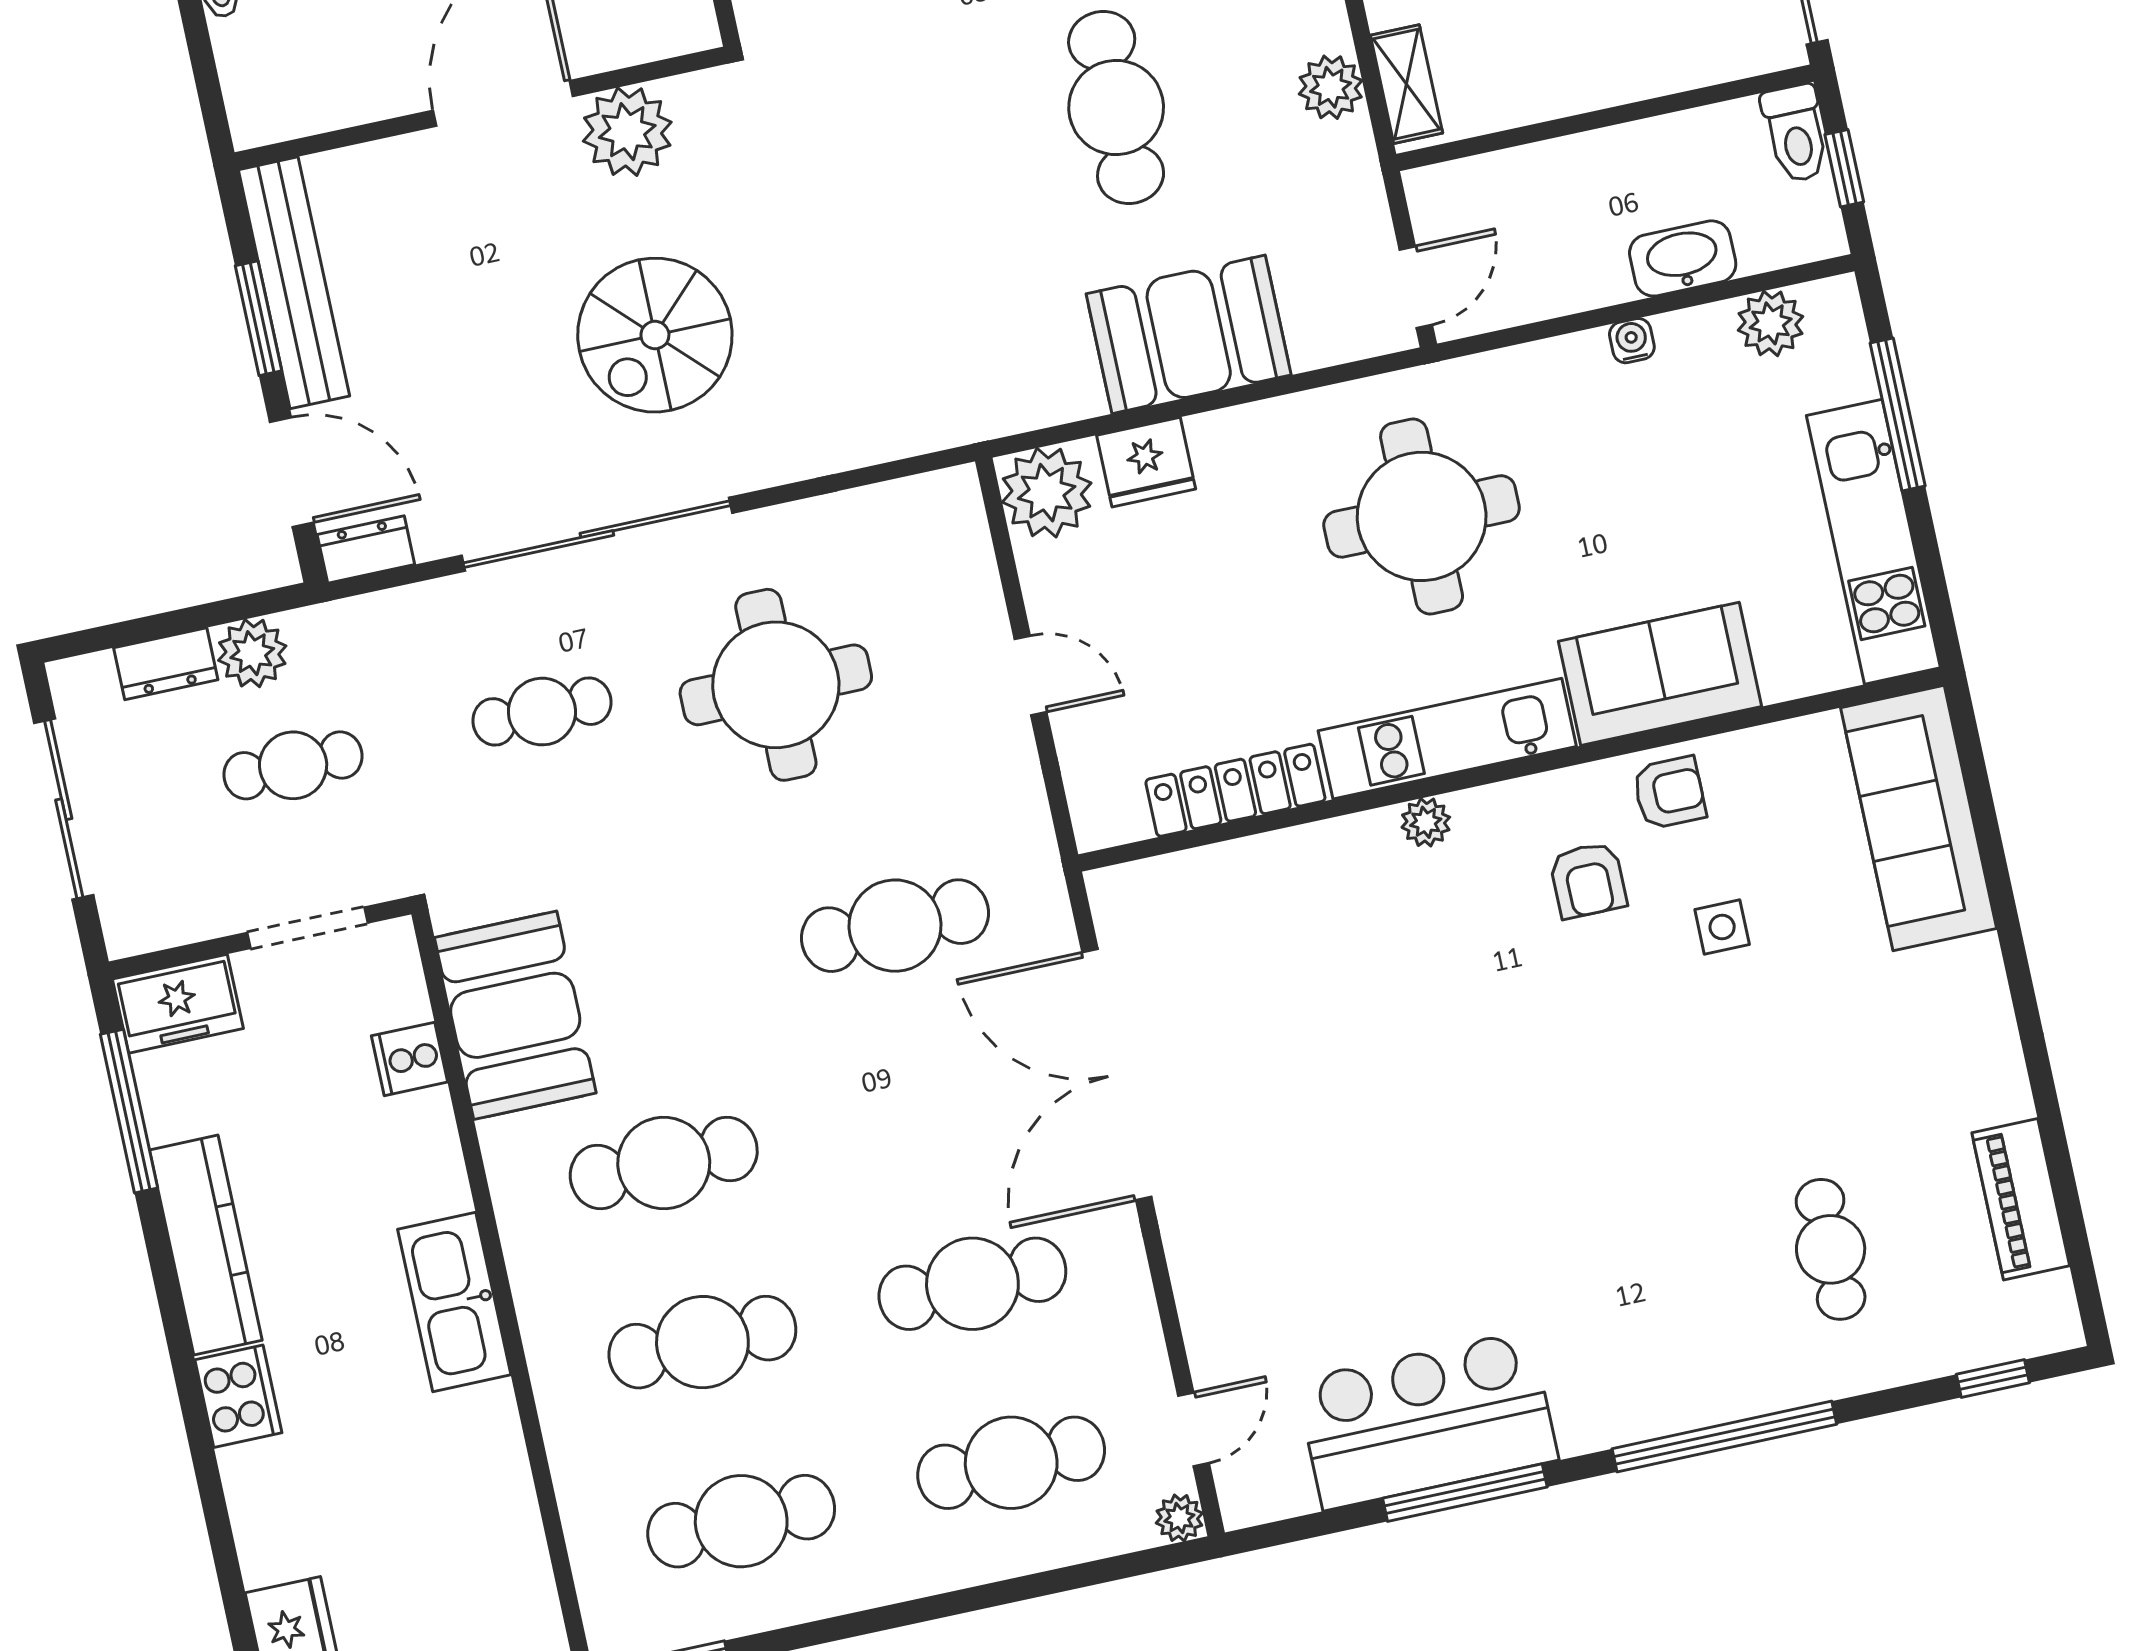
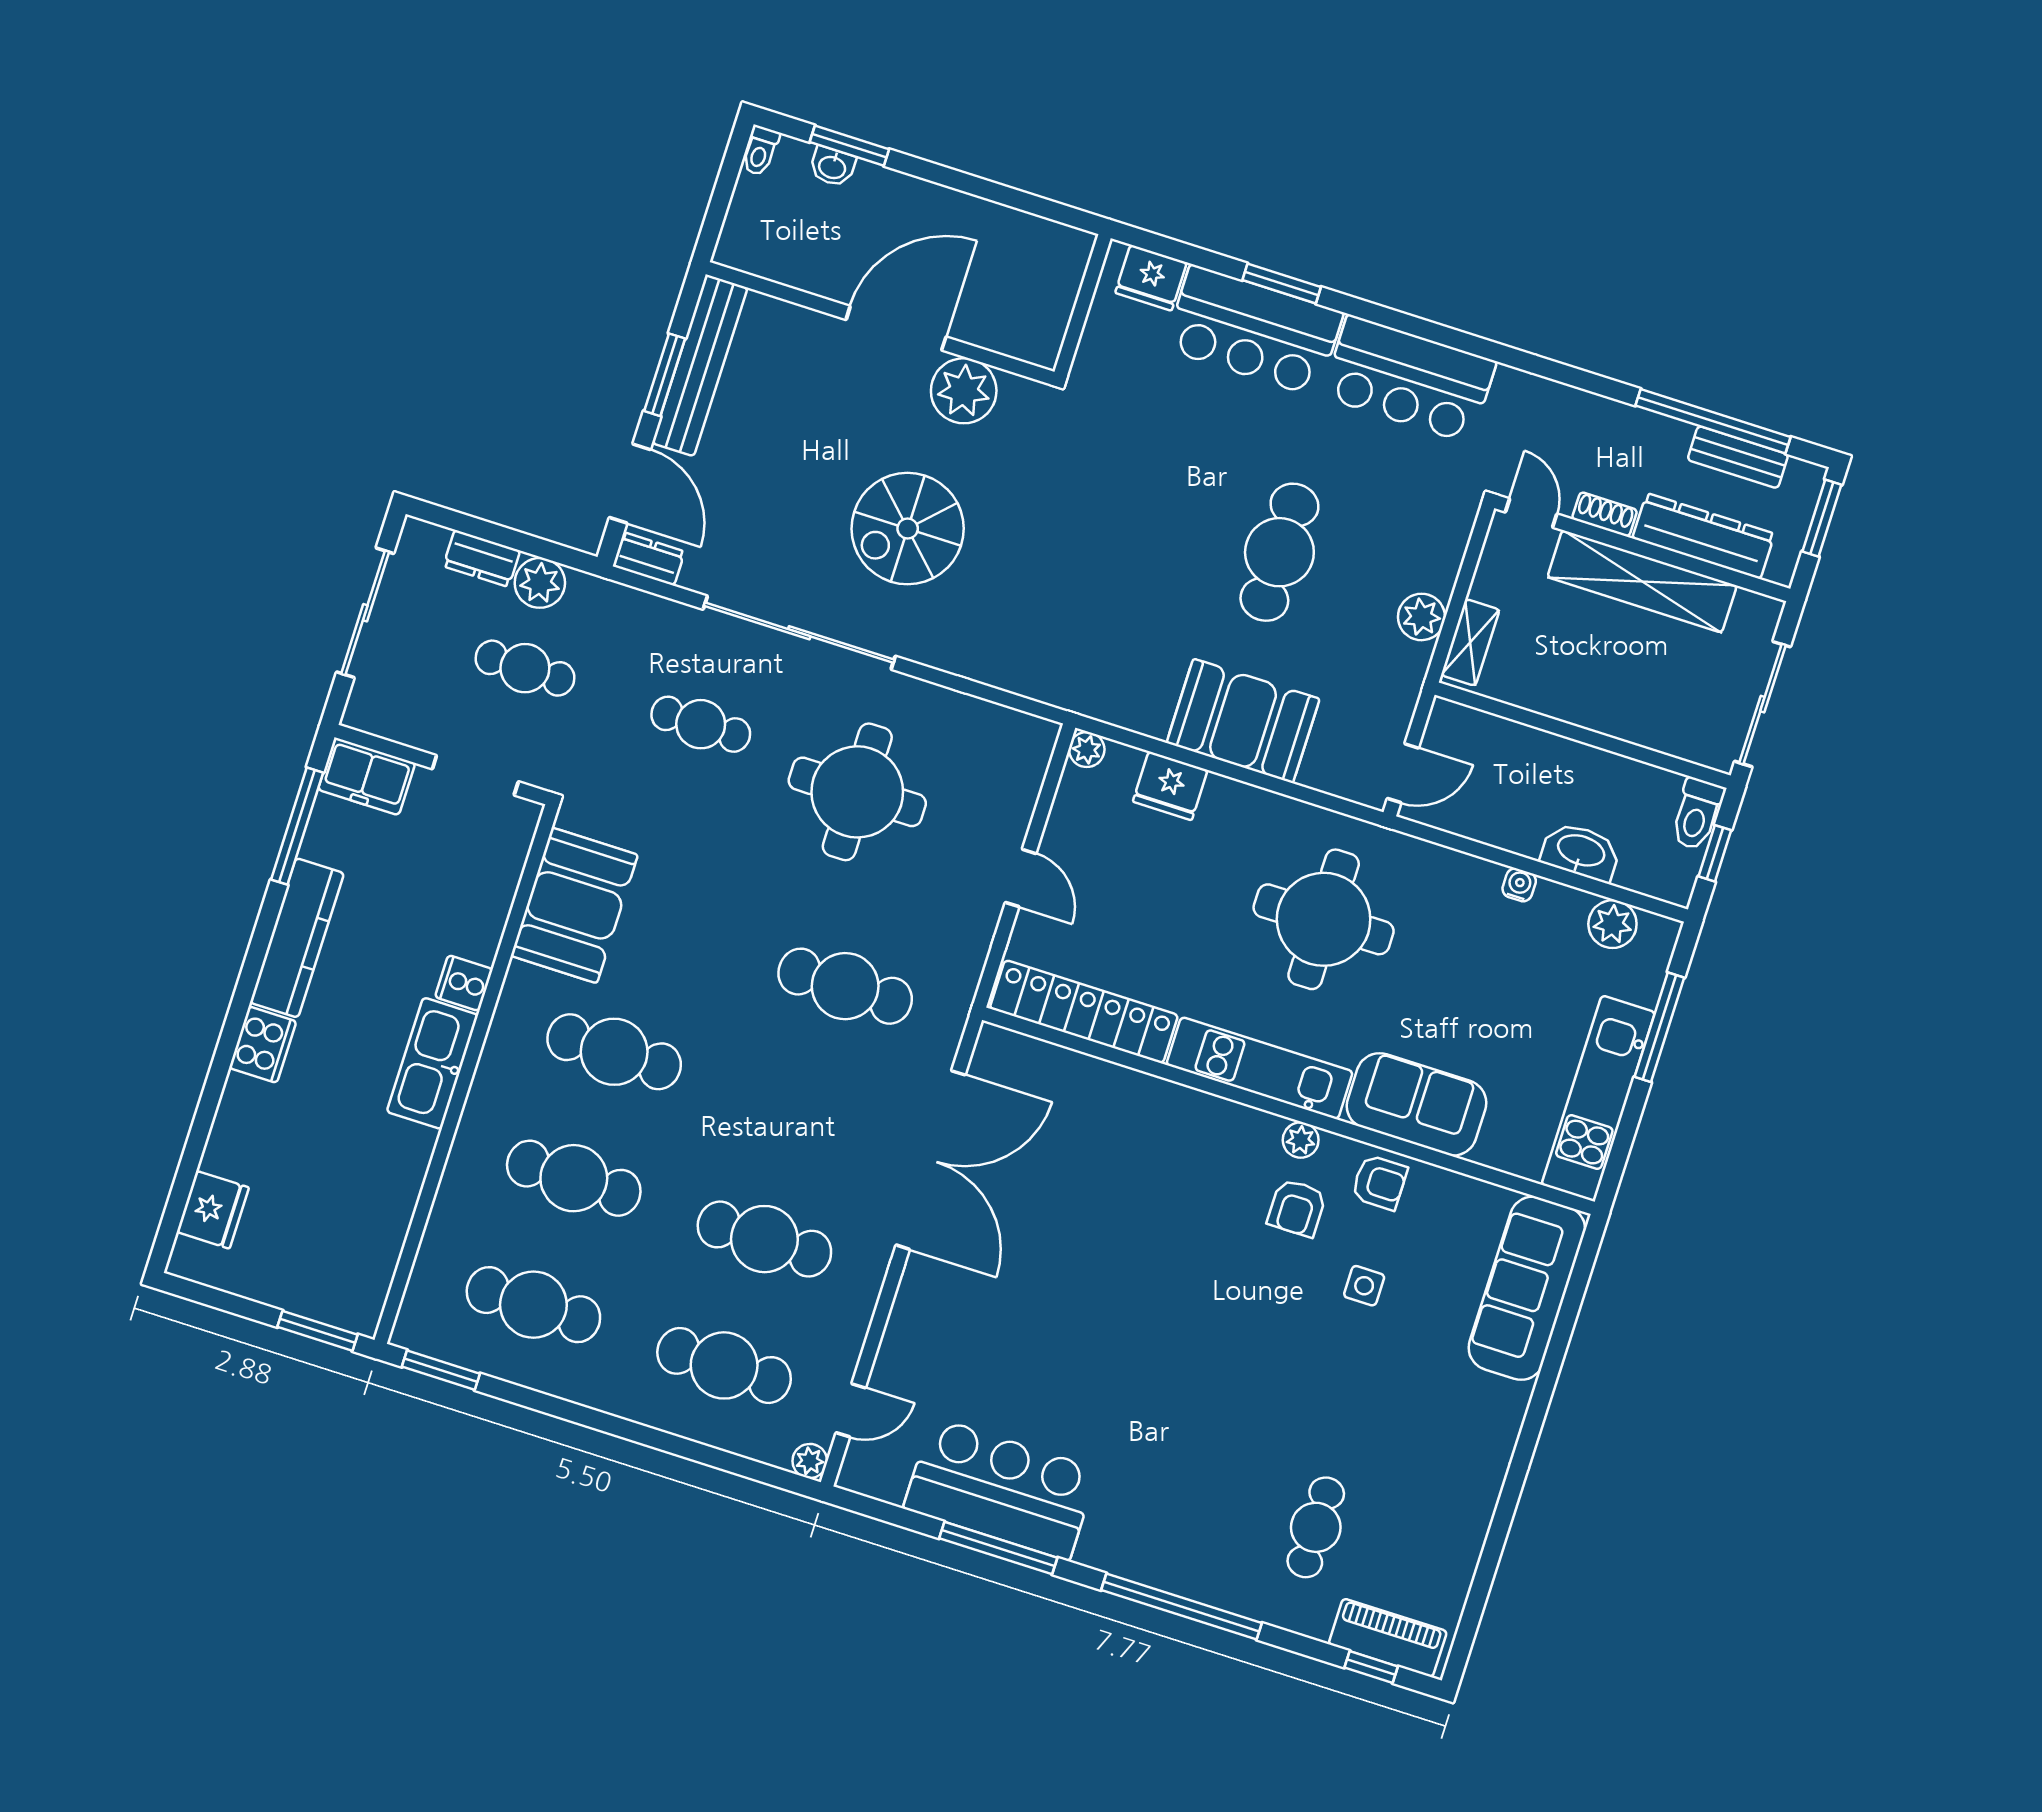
plant: (1047, 493) -> (1087, 750), width x0.53, depth x0.53
locker: (1235, 790) -> (1084, 1012), width x1.41, depth x1.21
plant: (1426, 822) -> (1301, 1140), moved
cooker: (409, 1059) -> (464, 983), moved
double door: (1117, 1075) -> (931, 1160), swing flipped
piano: (2021, 1199) -> (1388, 1638), moved, turned 90

